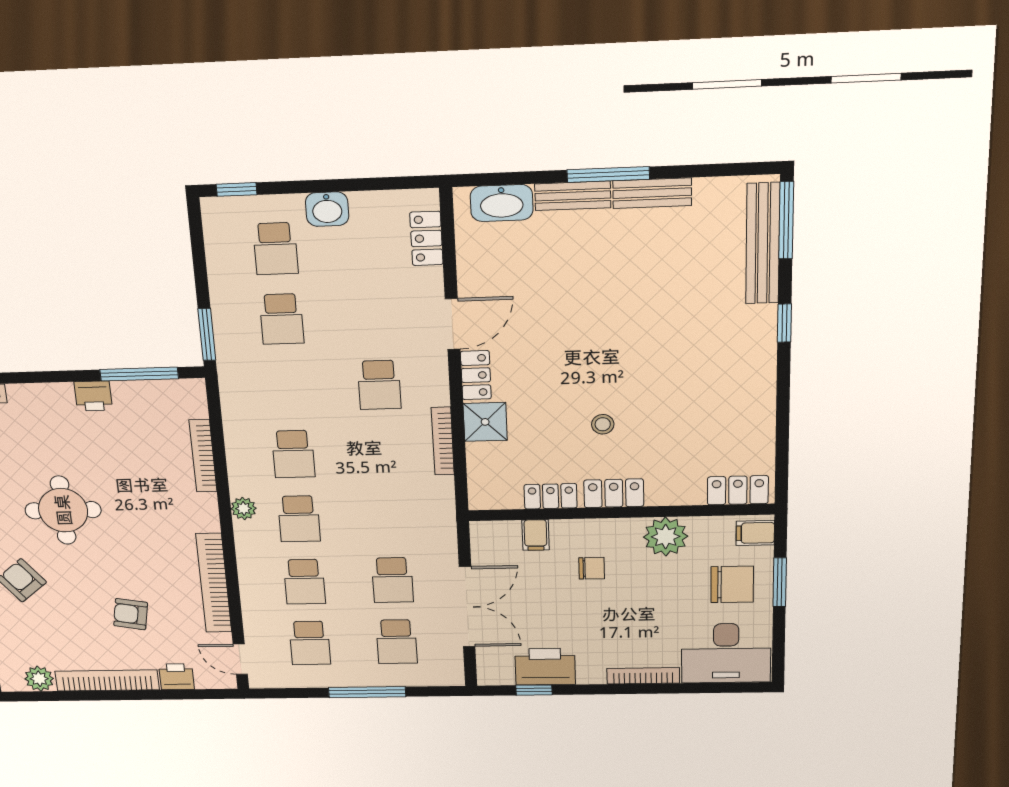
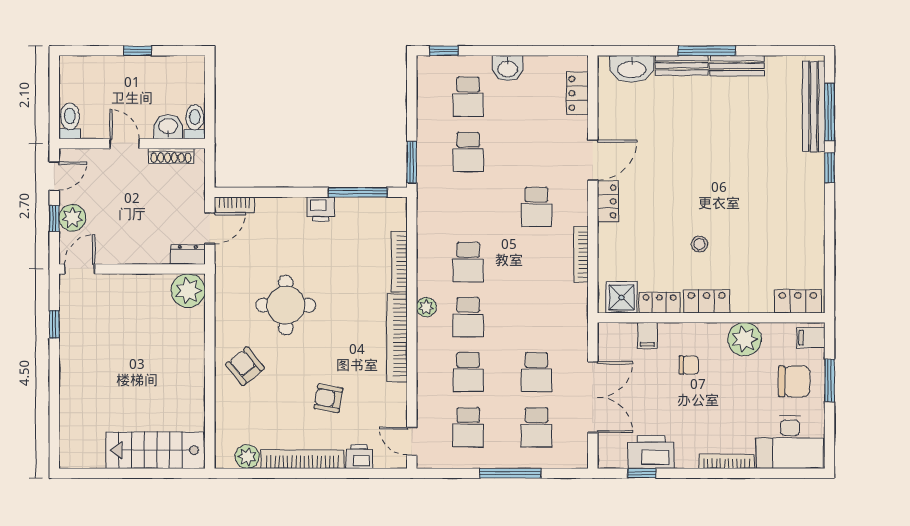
window: (786, 220) -> (830, 112), moved
shower: (485, 422) -> (622, 297), moved
bookcase: (214, 583) -> (397, 338), moved

